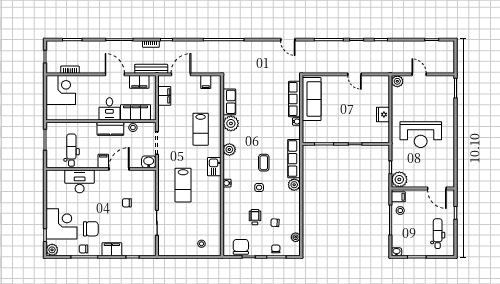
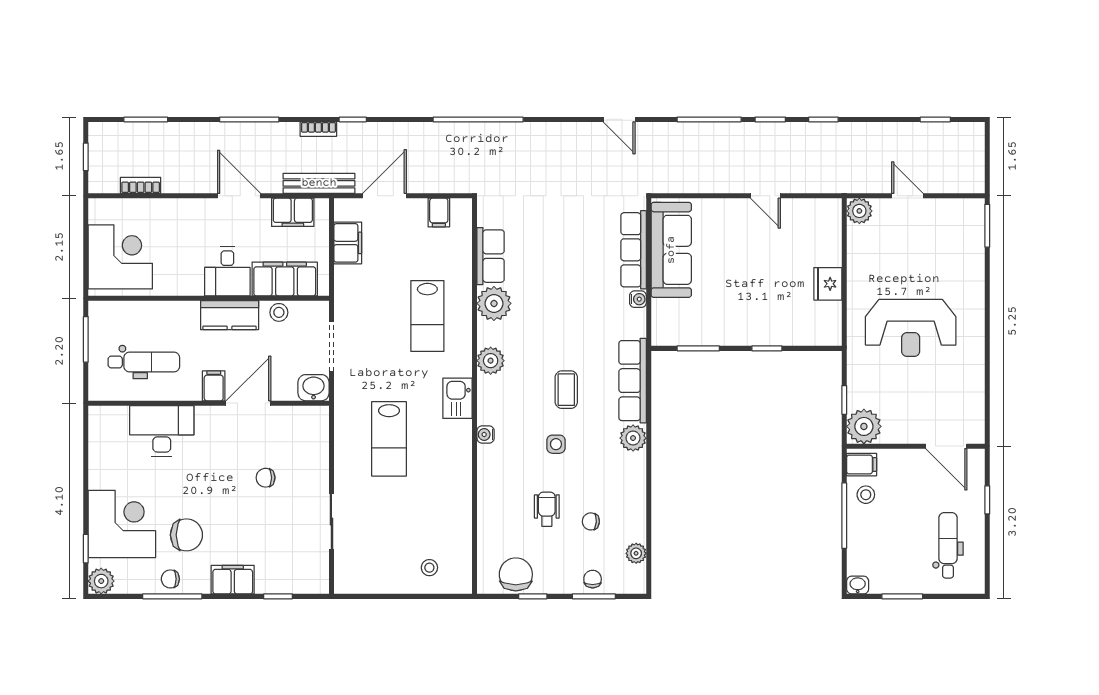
corner desk: (61, 90) -> (120, 257), moved
dental chair: (71, 150) -> (144, 362), turned 90

